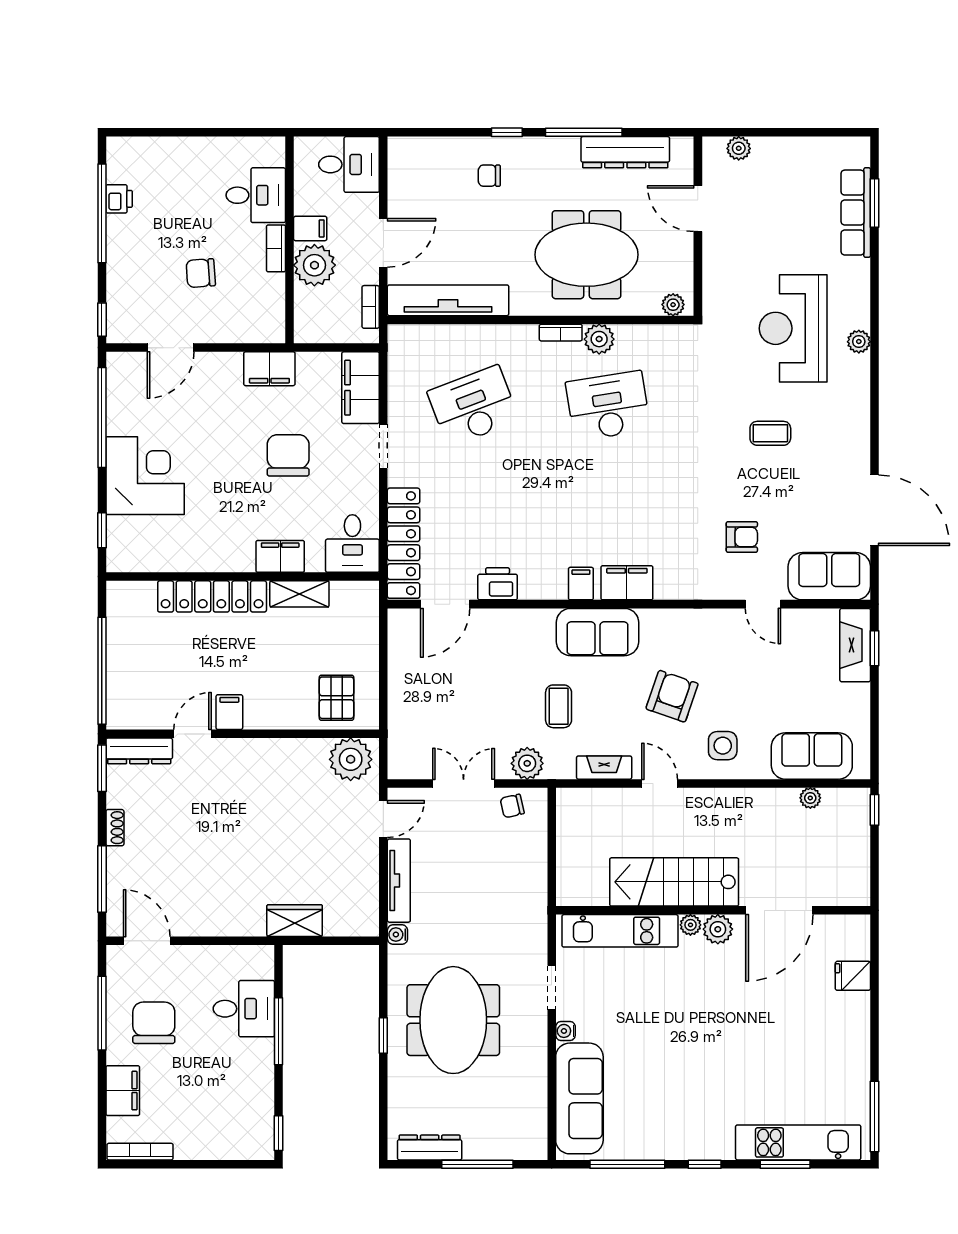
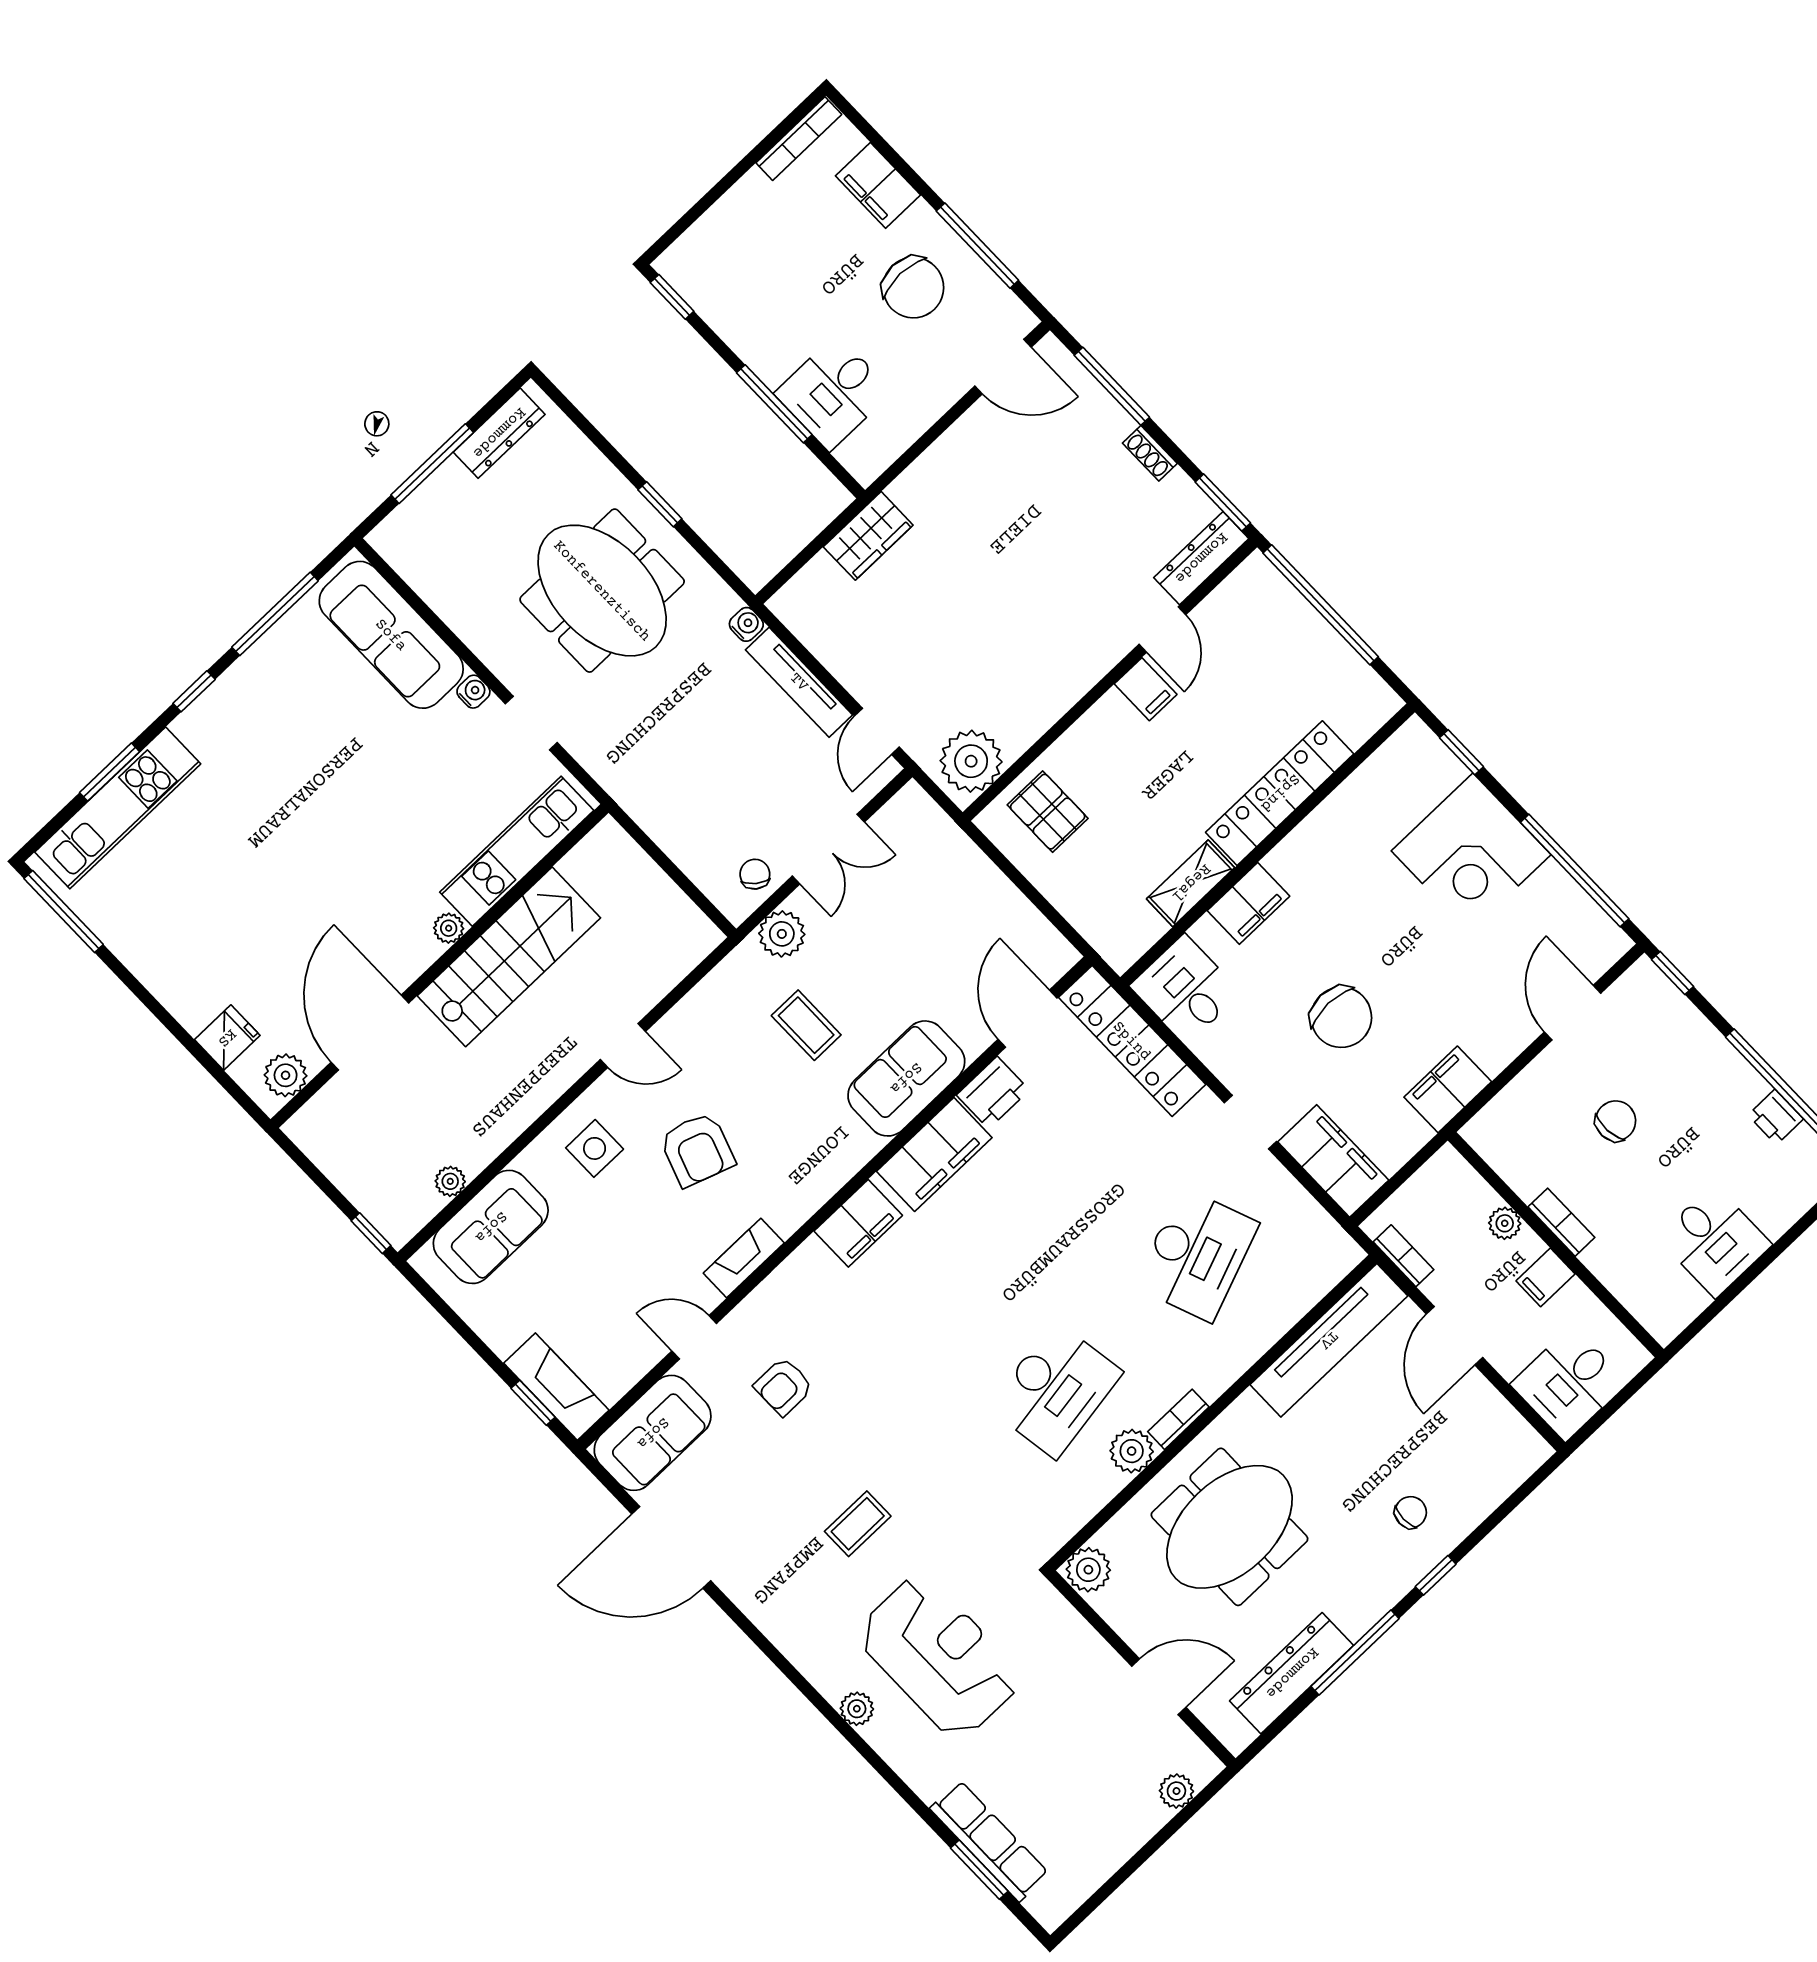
desk: (256, 195) -> (1715, 1241), moved, turned -90
plant: (314, 265) -> (1505, 1223), width x0.53, depth x0.53
plant: (673, 305) -> (1088, 1570), width x1.38, depth x1.38
filing cabinet: (581, 584) -> (934, 1155), width x3.00, depth x1.17
sofa: (597, 632) -> (906, 1078), moved
fireplace: (604, 768) -> (744, 1258), moved, turned 180
chair: (512, 806) -> (755, 874), turned -39
plant: (718, 929) -> (286, 1075), moved

